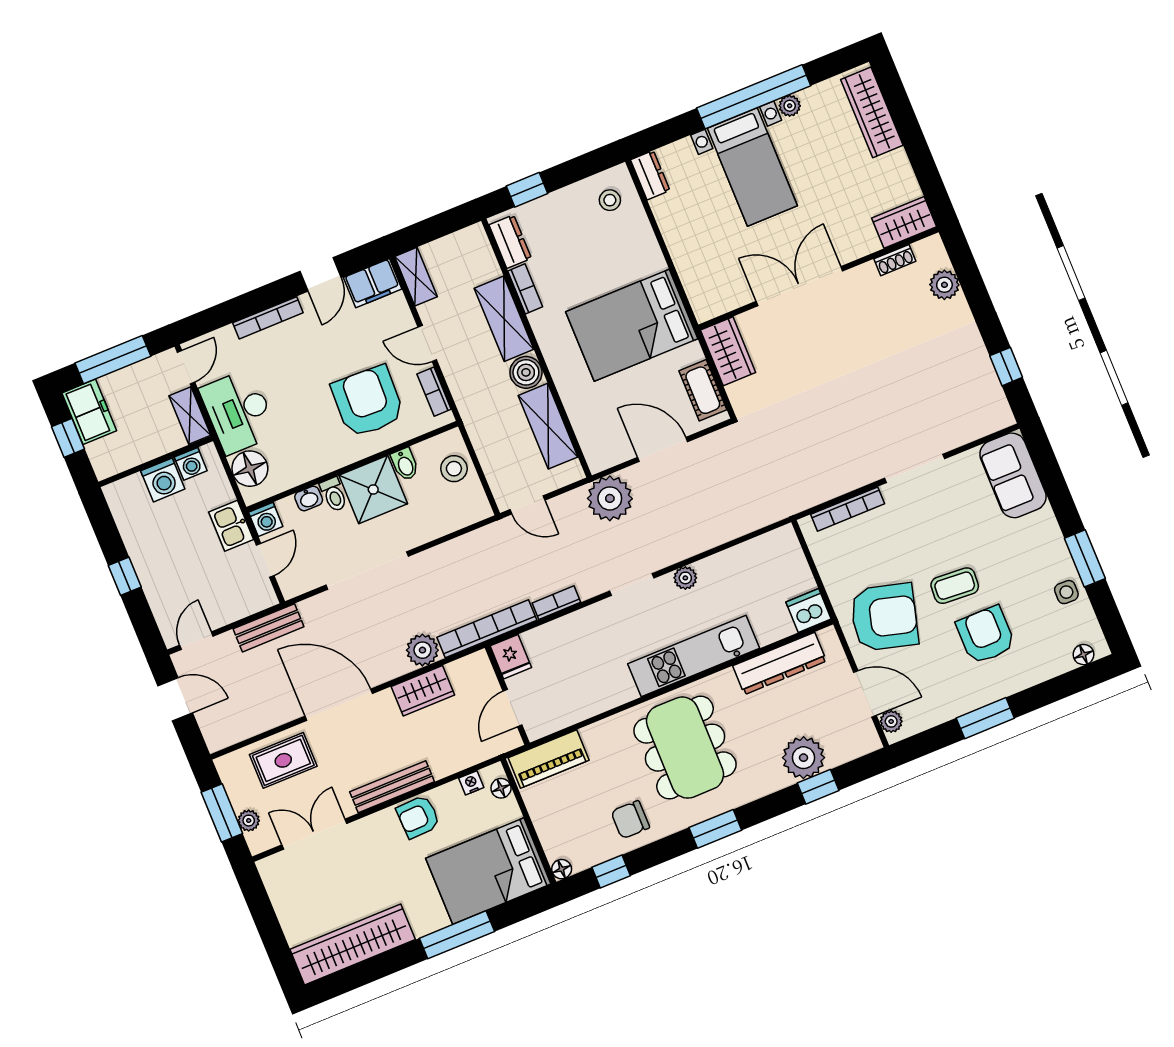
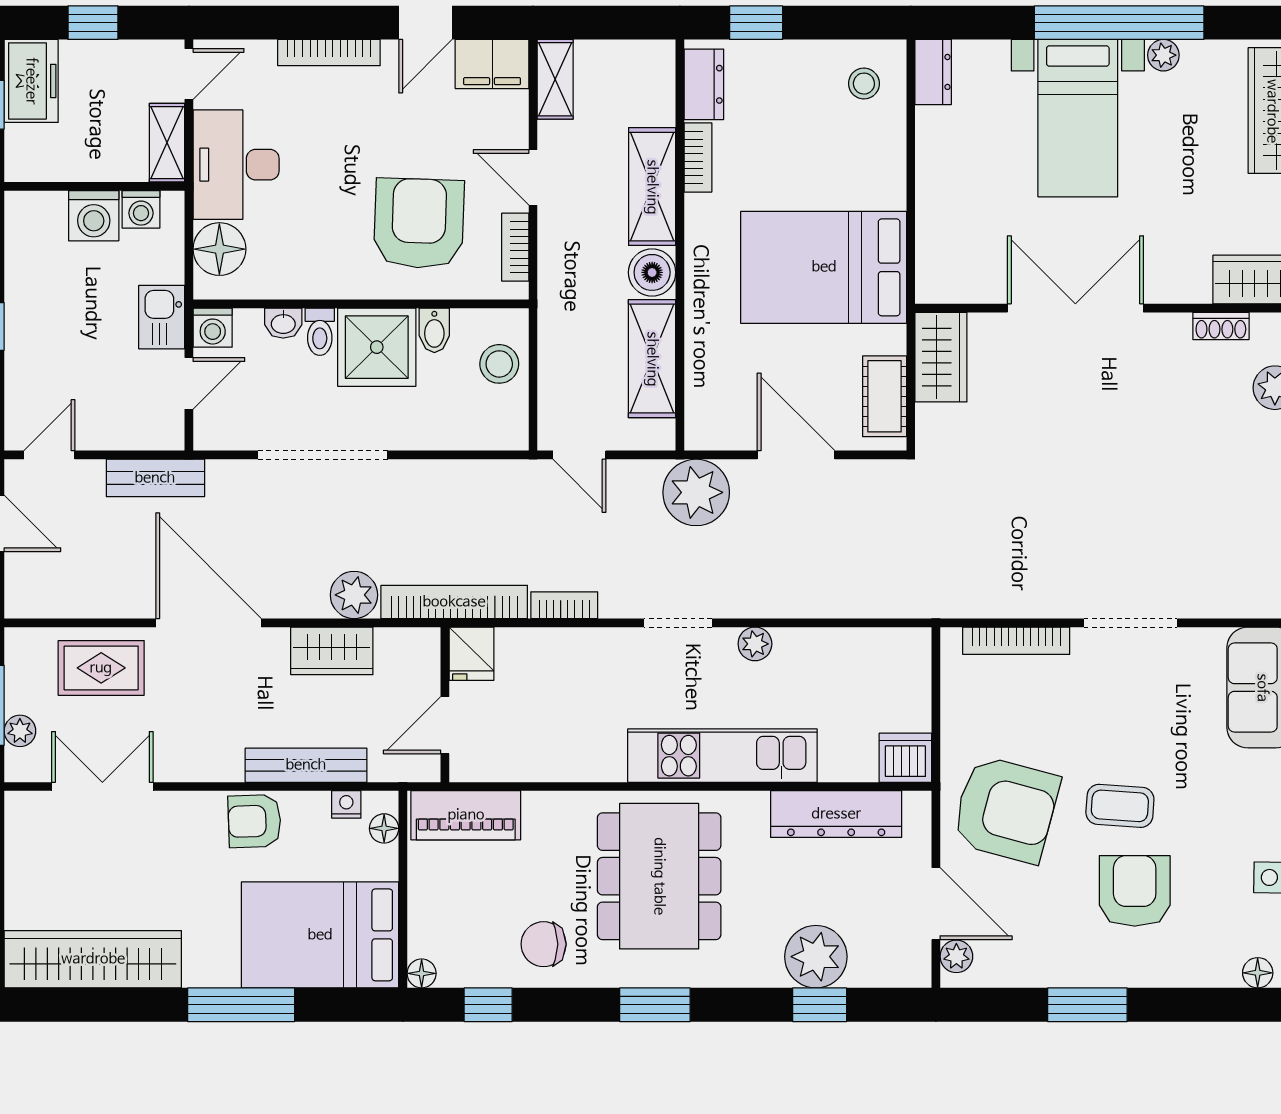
window: (113, 360) -> (93, 23), width x0.46
bench: (392, 787) -> (306, 765), moved

